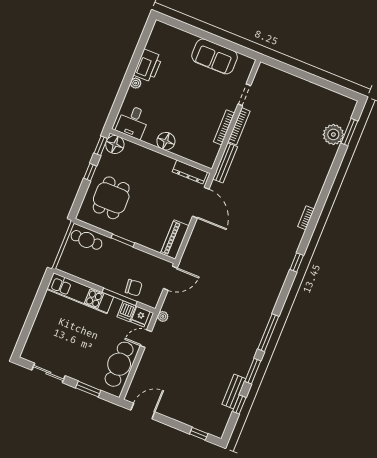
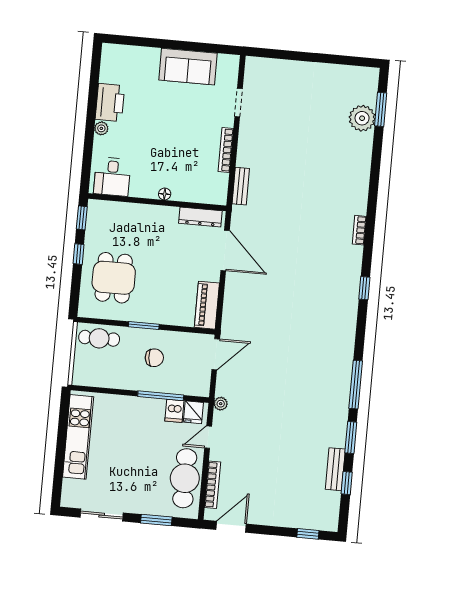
bookcase: (239, 126) -> (213, 485), moved
floor lamp: (166, 141) -> (165, 194), width x0.53, depth x0.53
floor lamp: (115, 145) -> (99, 211), removed
bench: (225, 163) -> (241, 186), width x0.73
chair: (134, 288) -> (154, 358), moved
kitchen unit: (80, 293) -> (78, 437), moved, turned -90

